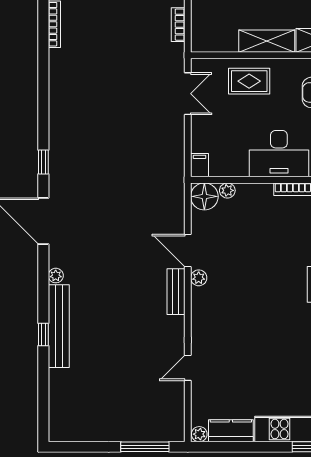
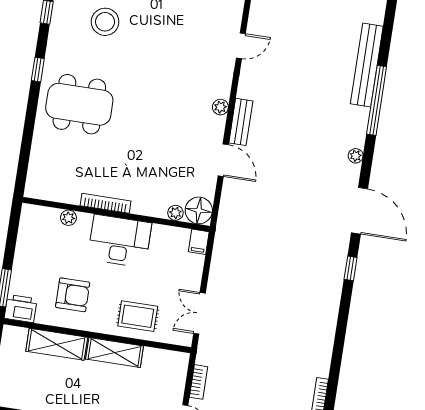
plant: (199, 278) -> (220, 107), moved
bench: (59, 326) -> (367, 65), moved
window: (43, 334) -> (377, 100), width x3.17

